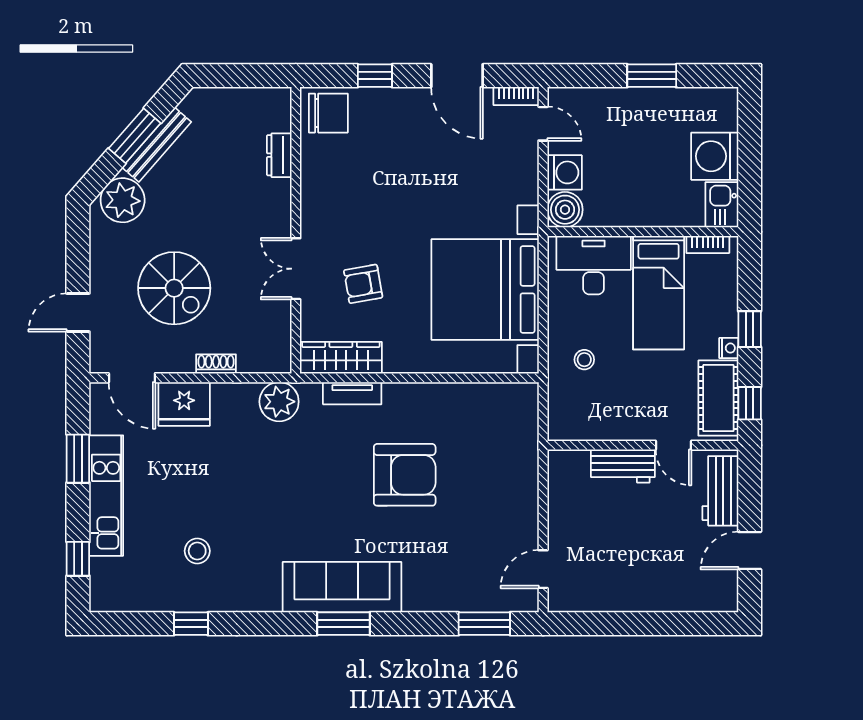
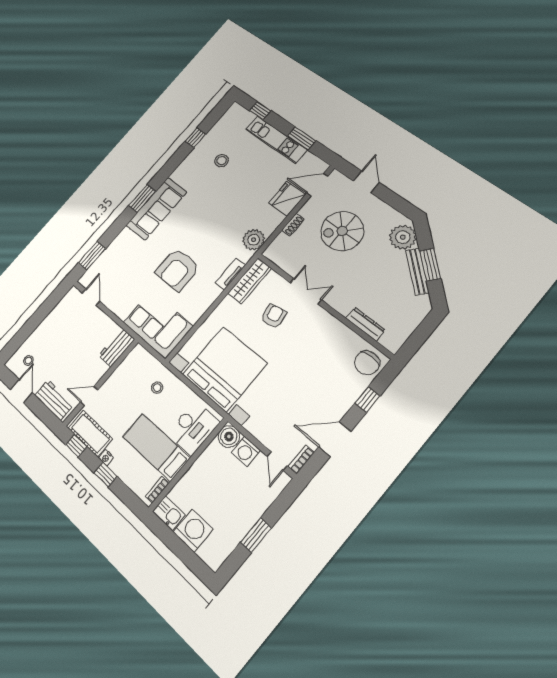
door: (543, 124) -> (277, 461), hinge flipped
dresser: (279, 155) -> (365, 324), width x1.44
corner sofa: (501, 435) -> (158, 324), added
workbench: (623, 466) -> (117, 347), moved
stool: (702, 580) -> (28, 360), added

